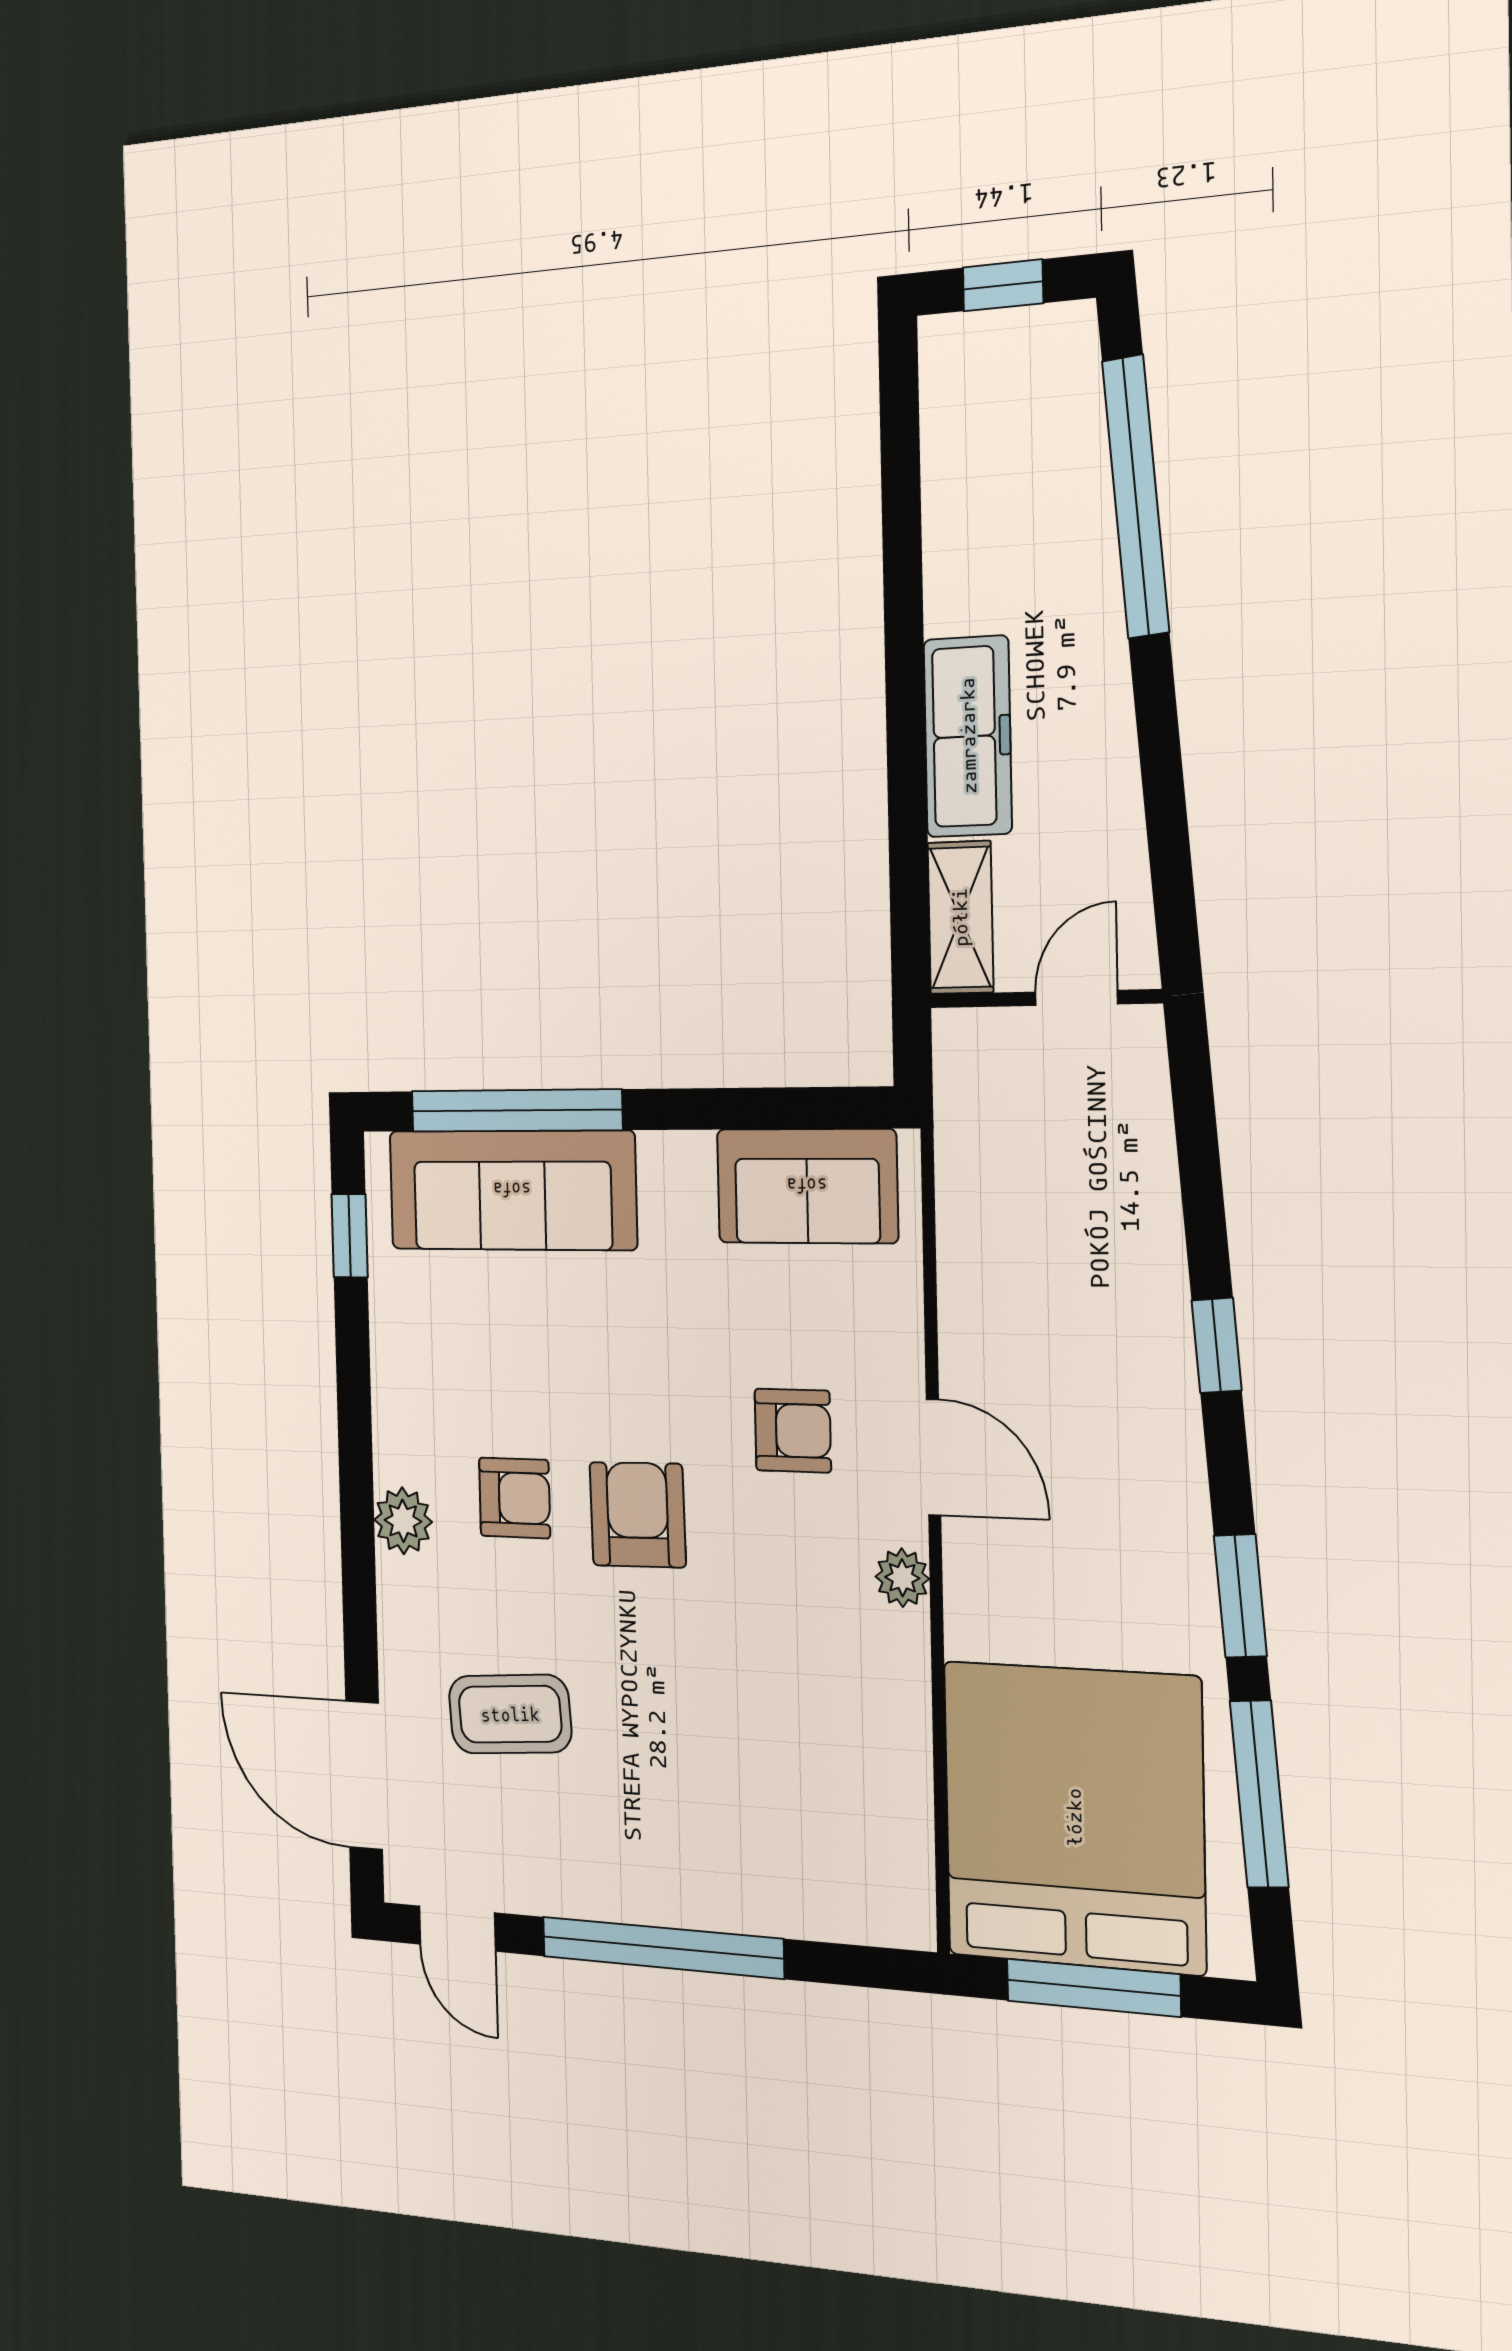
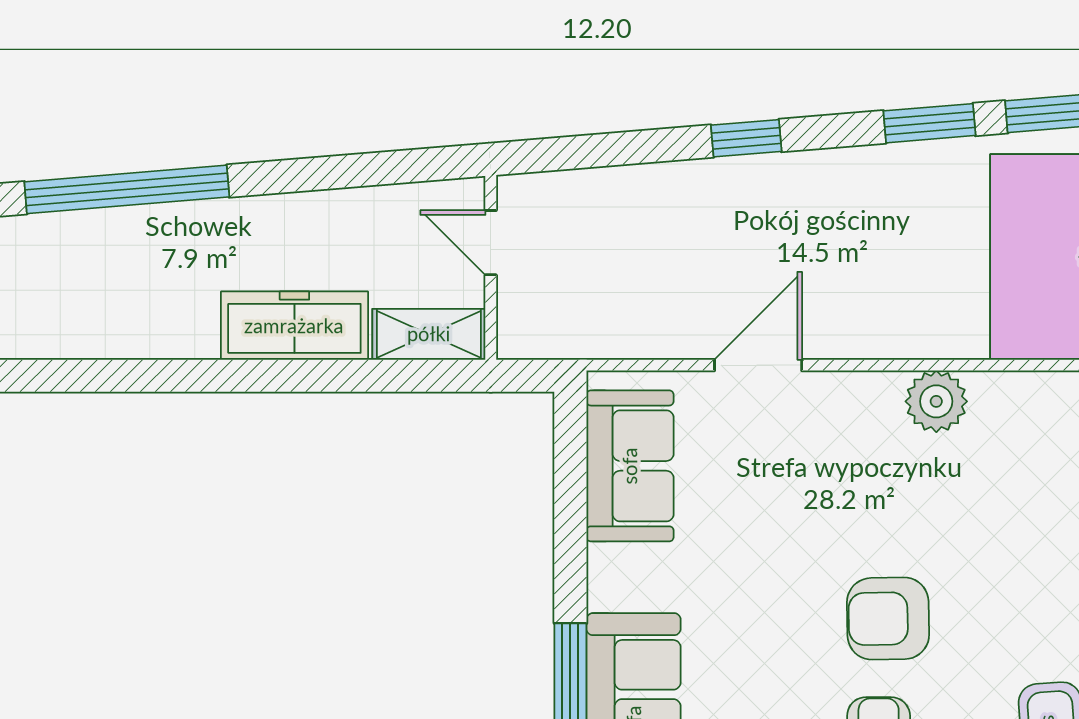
armchair: (793, 1431) -> (818, 482), removed
door: (934, 1457) -> (758, 365), moved
plant: (902, 1578) -> (936, 401), width x1.38, depth x1.38

